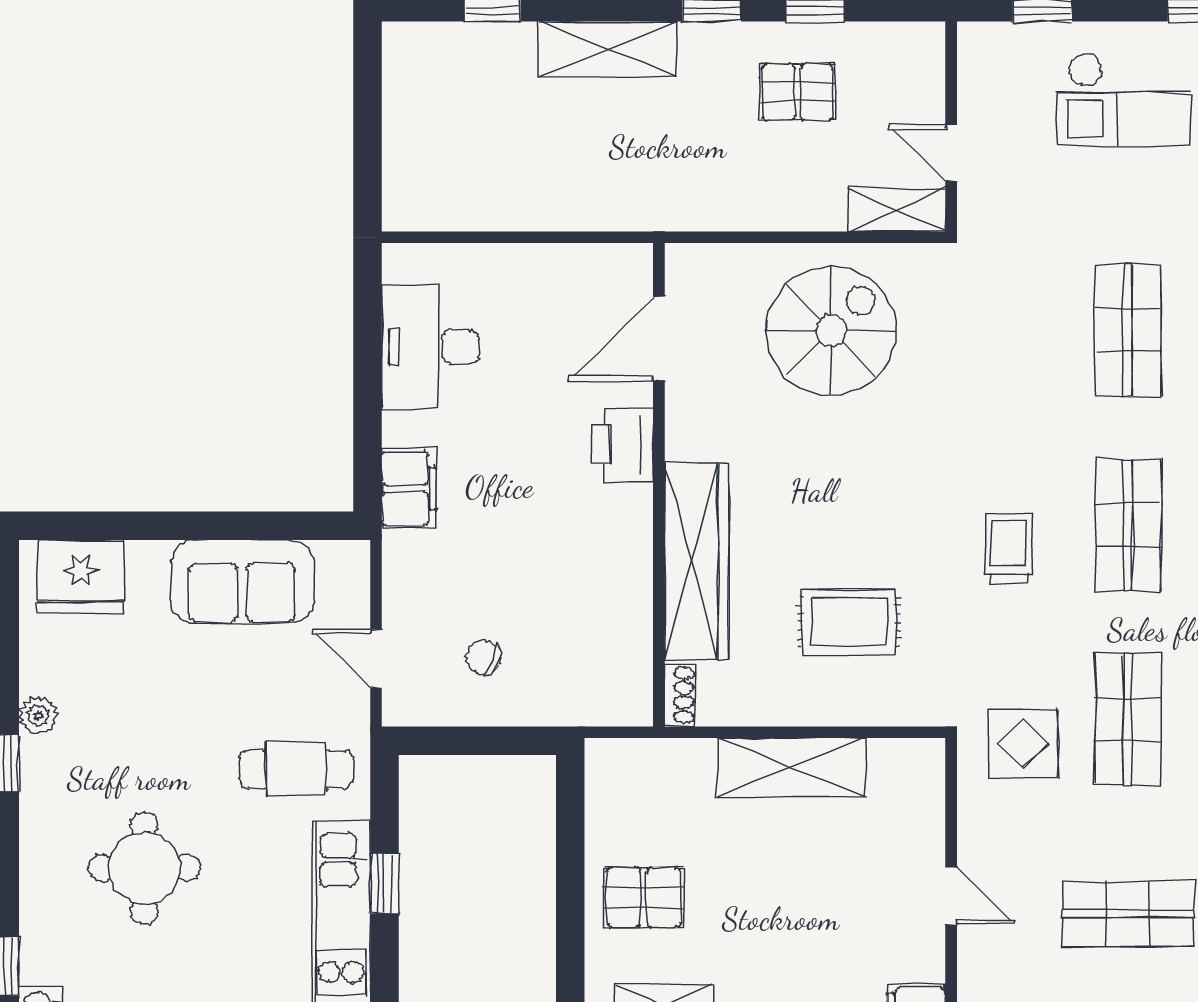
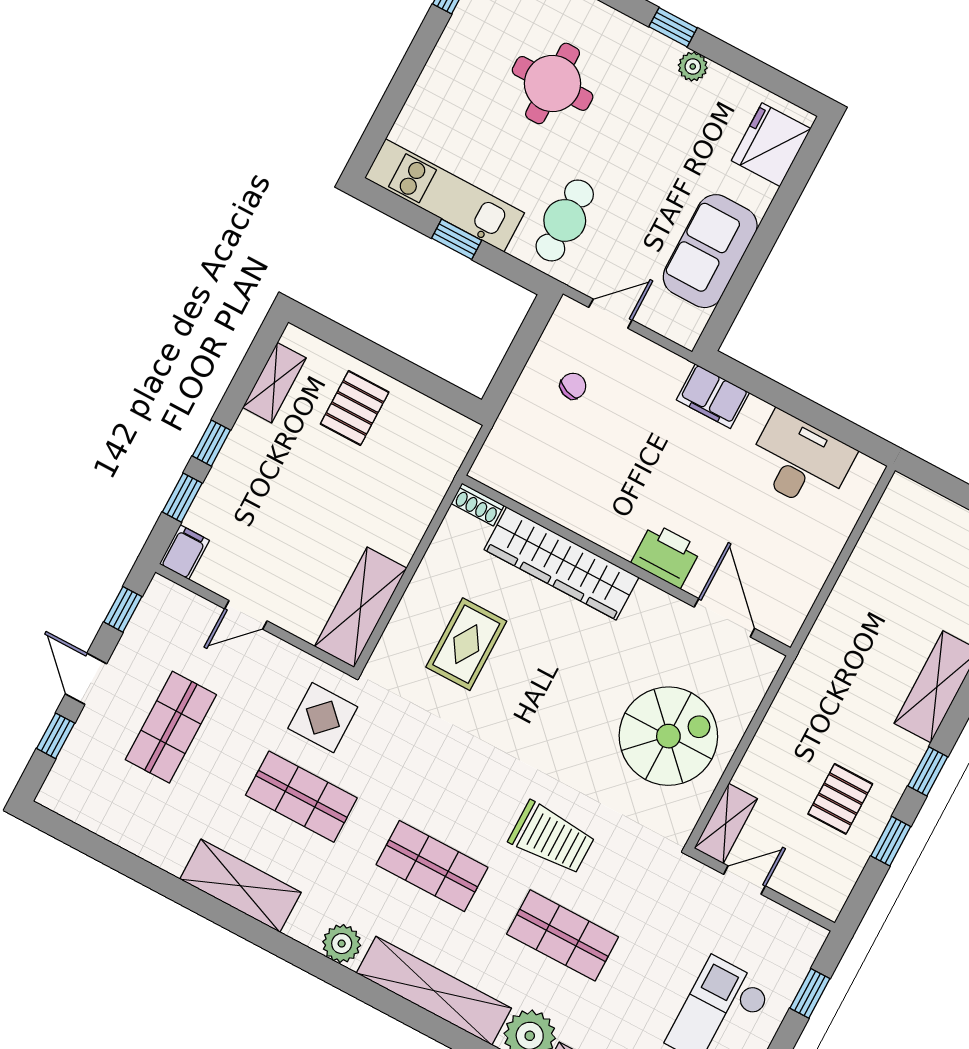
spiral stairs: (831, 330) -> (668, 736), turned -90
trolley: (1009, 548) -> (552, 838), moved, width x1.36, depth x1.39
shelving: (792, 768) -> (361, 607), moved

